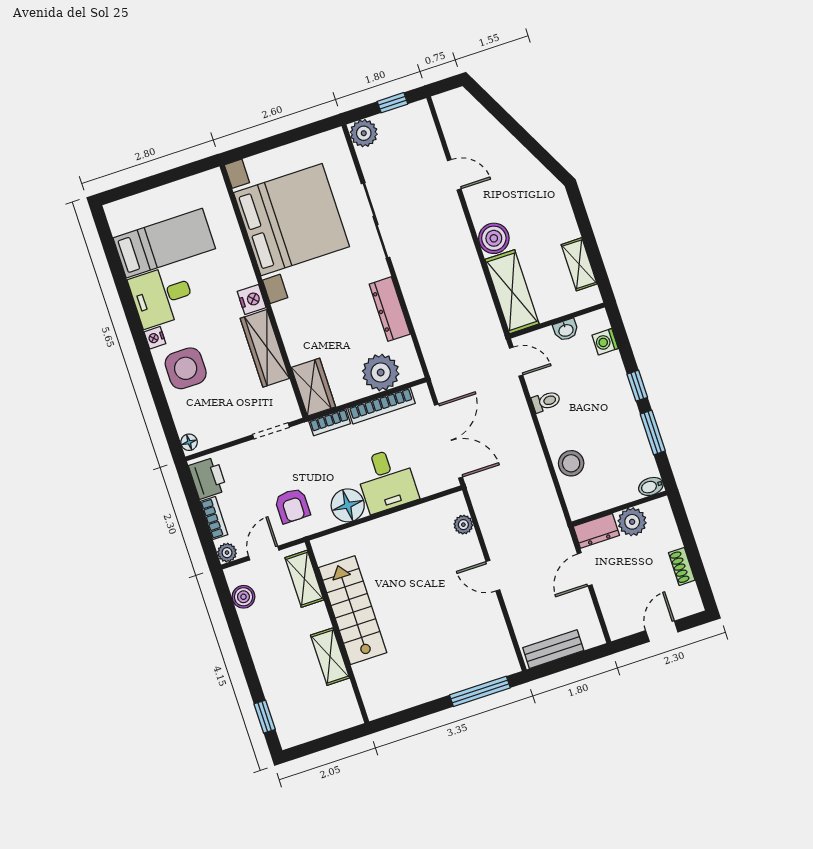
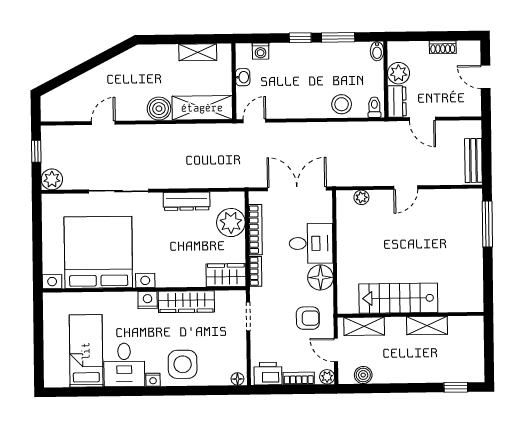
toilet: (546, 401) -> (374, 107), moved

